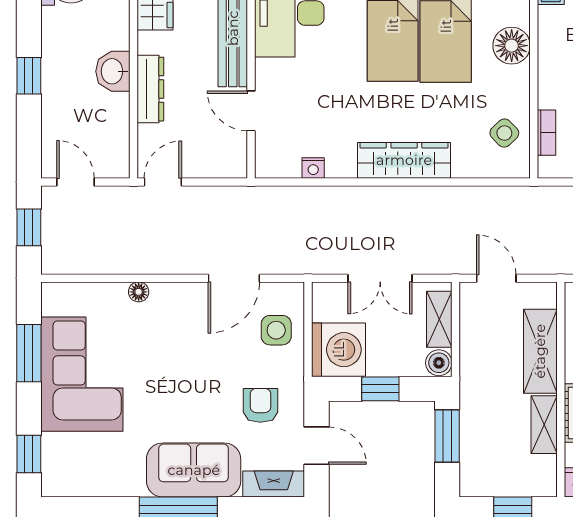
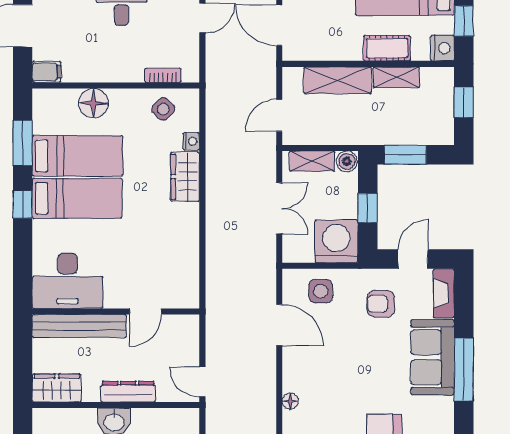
wardrobe: (404, 160) -> (185, 177), width x0.67
nightstand: (313, 168) -> (191, 141), moved

